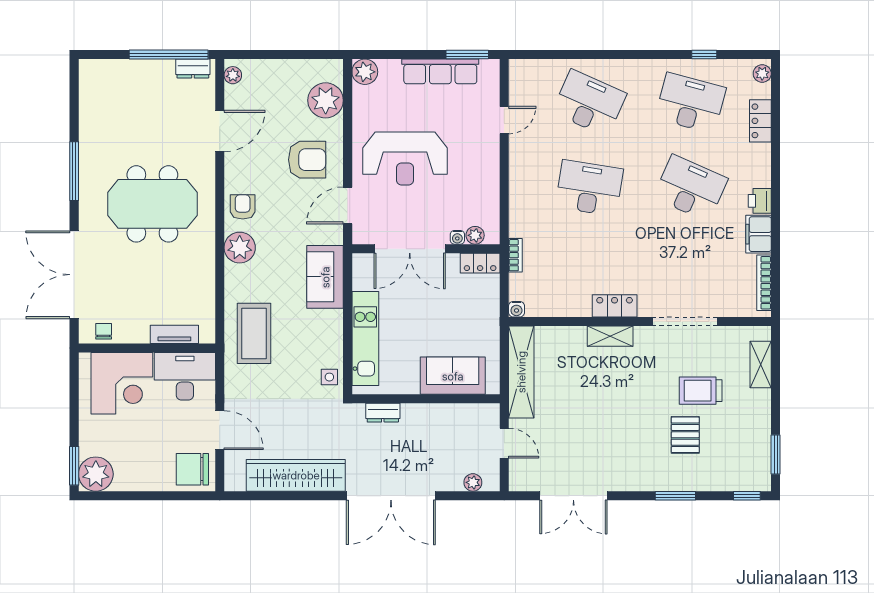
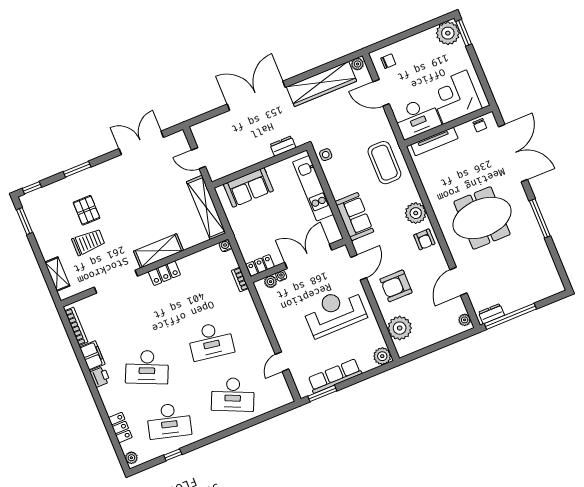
tv unit: (174, 334) -> (434, 141), width x1.41
shelving: (610, 336) -> (159, 251), width x1.50, depth x1.33
chair: (192, 469) -> (388, 61), width x0.54, depth x0.54
plant: (473, 482) -> (357, 64), moved

